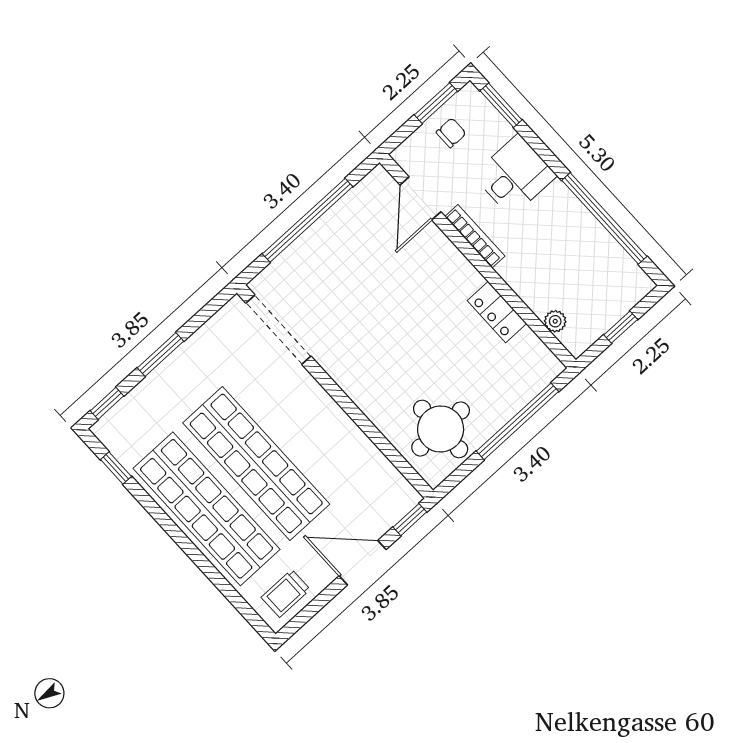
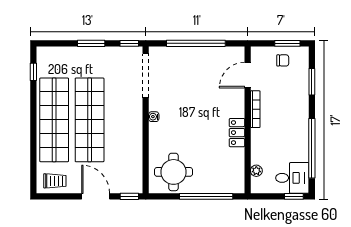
window: (501, 105) -> (312, 82), moved
desk: (515, 175) -> (292, 178), moved
locker: (497, 312) -> (237, 133), moved
window: (621, 327) -> (294, 196), moved
water cooler: (342, 377) -> (154, 117), added
window: (107, 403) -> (129, 43), moved
trolley: (286, 593) -> (55, 181), turned 180

